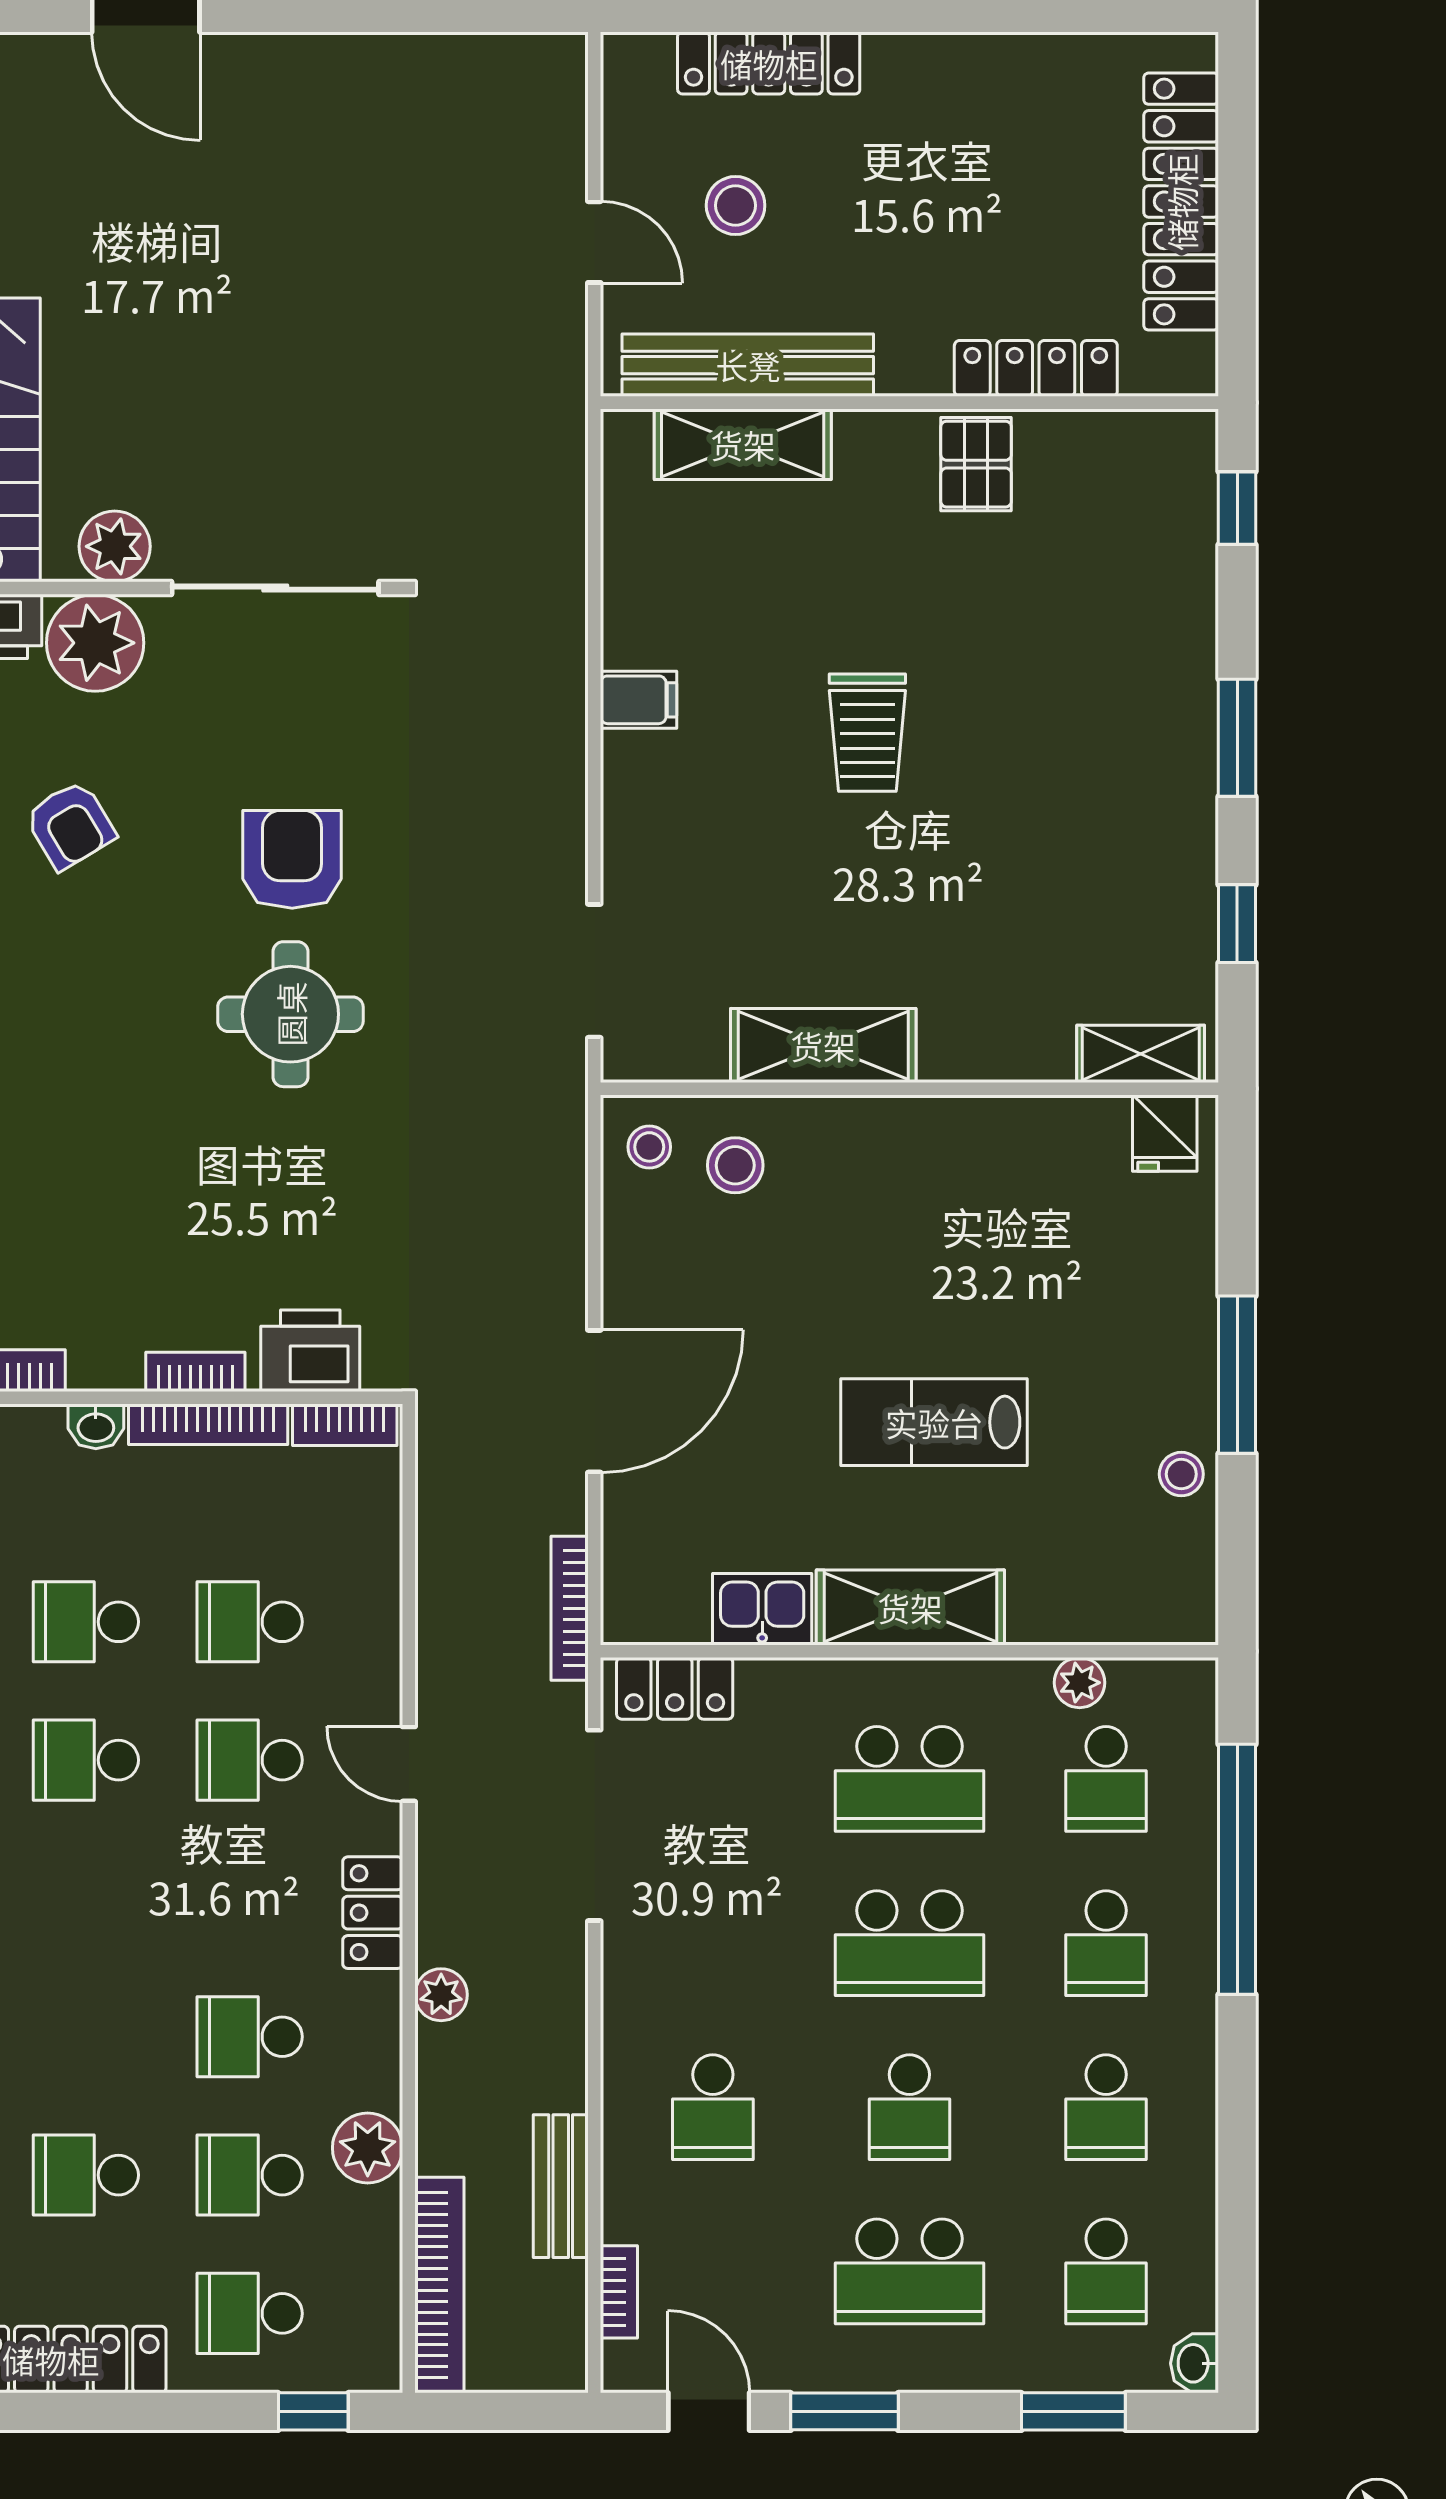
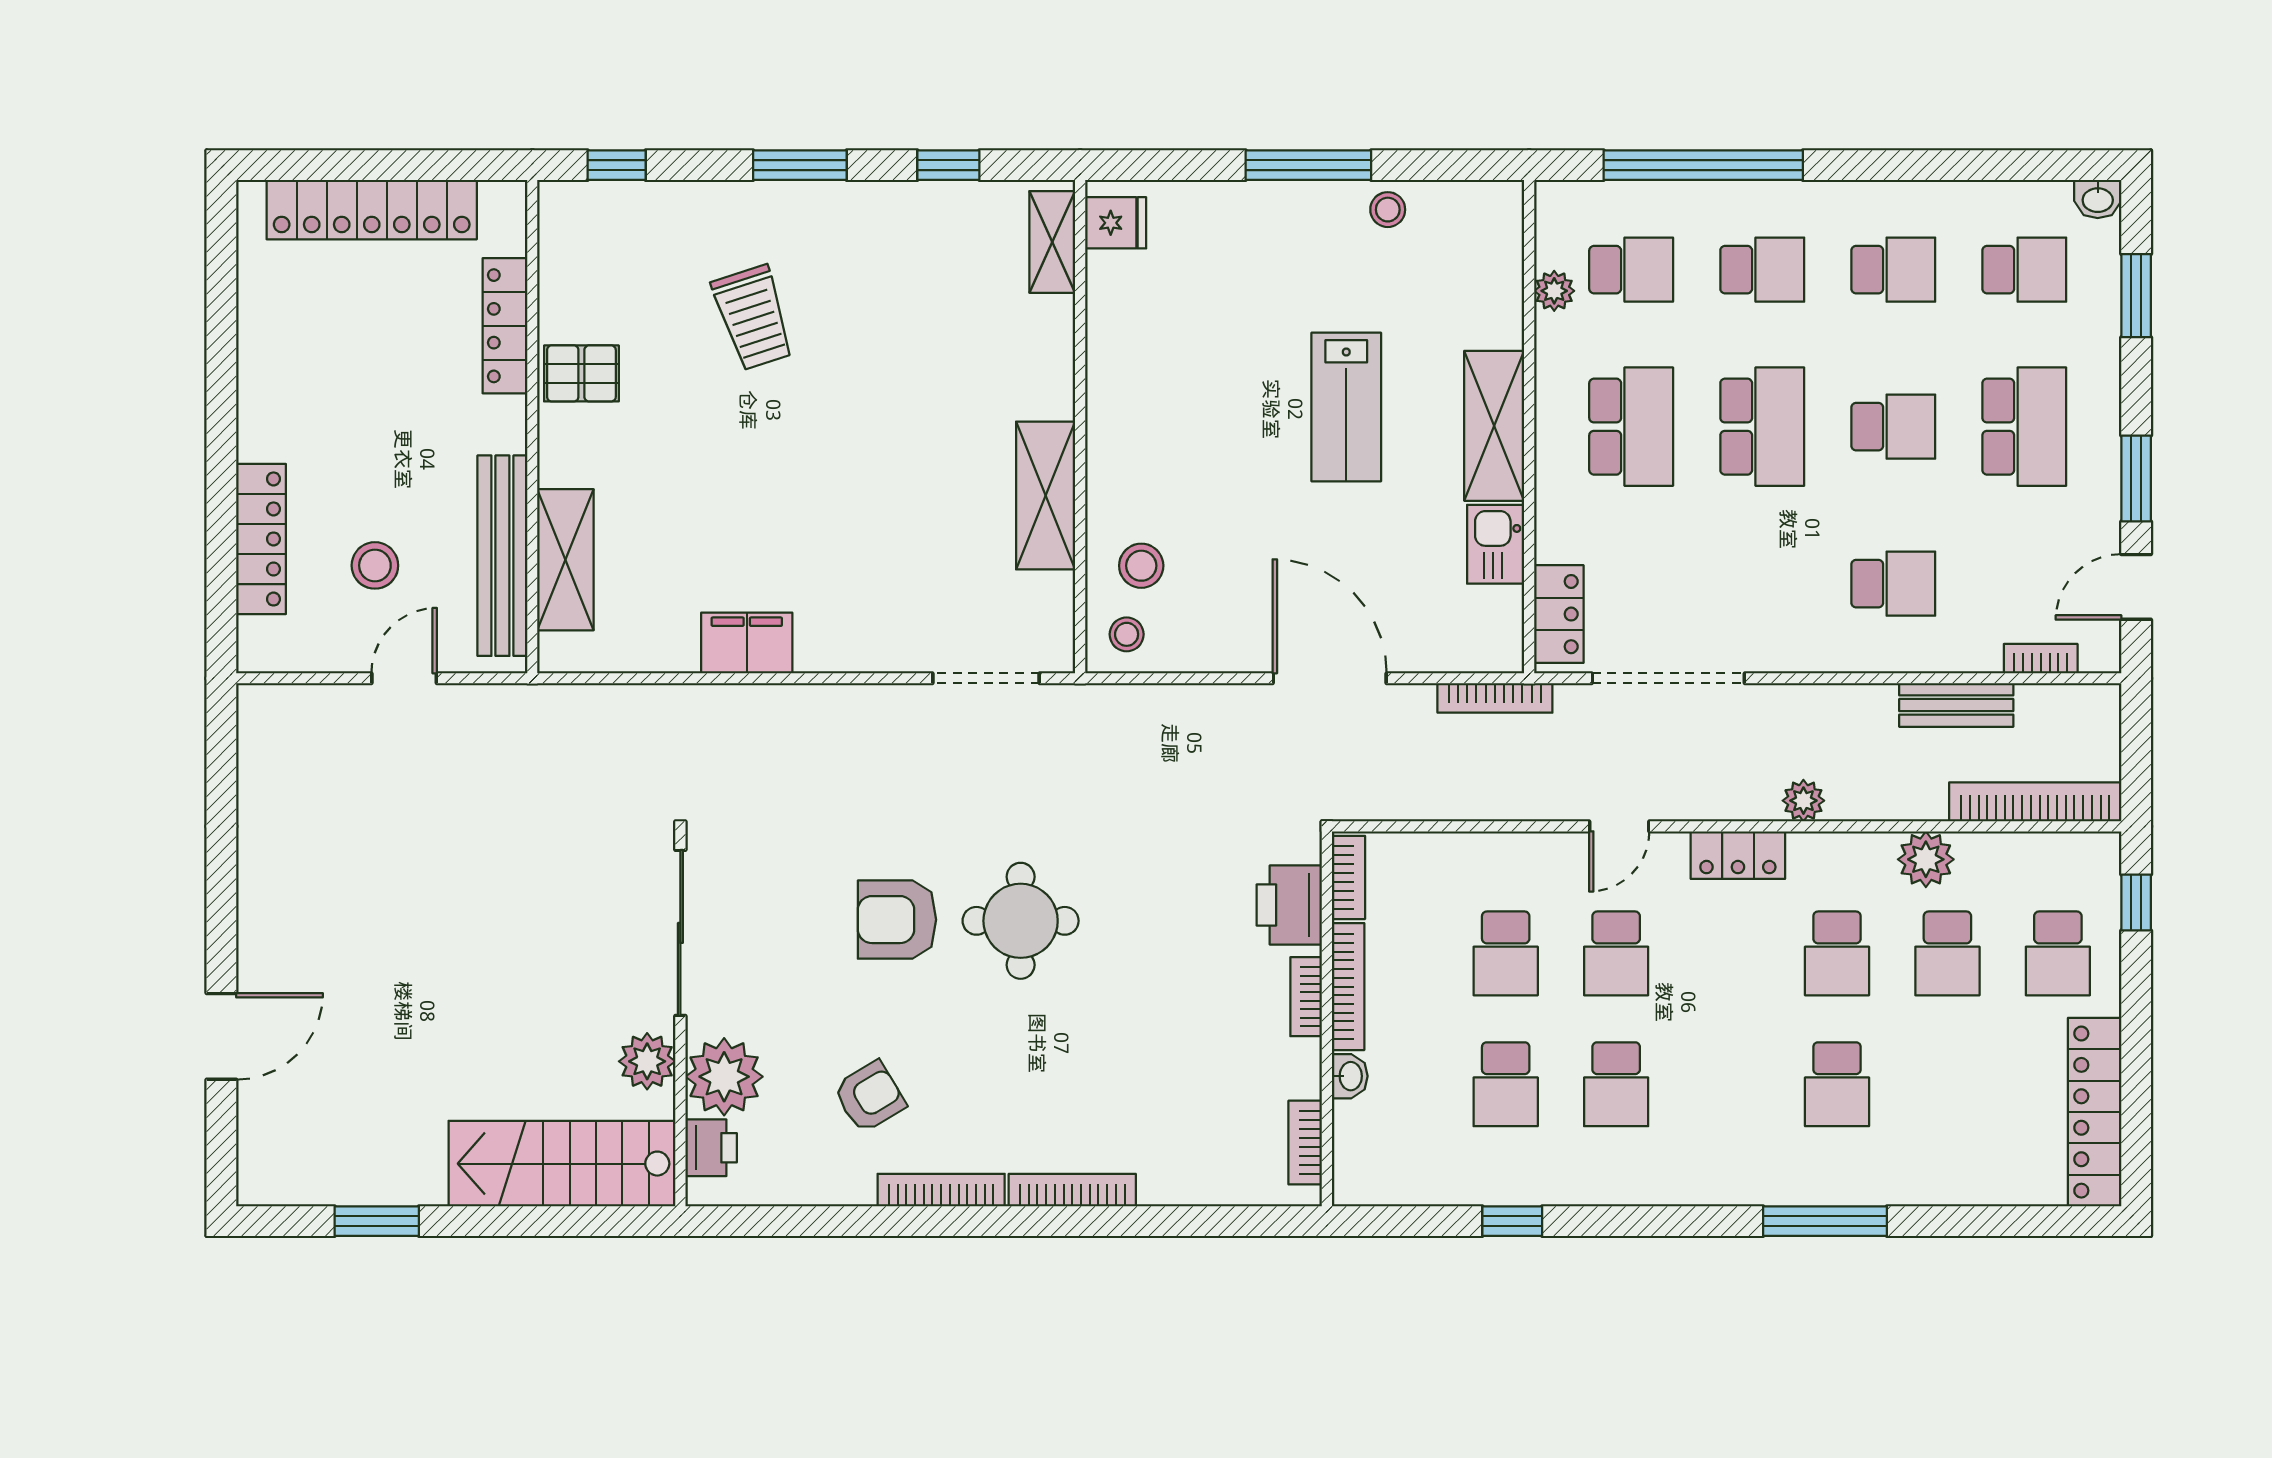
filing cabinet: (638, 700) -> (747, 643), width x2.00
trolley: (867, 733) -> (753, 318), moved, turned 72
school desk: (86, 2175) -> (1837, 1084), moved

